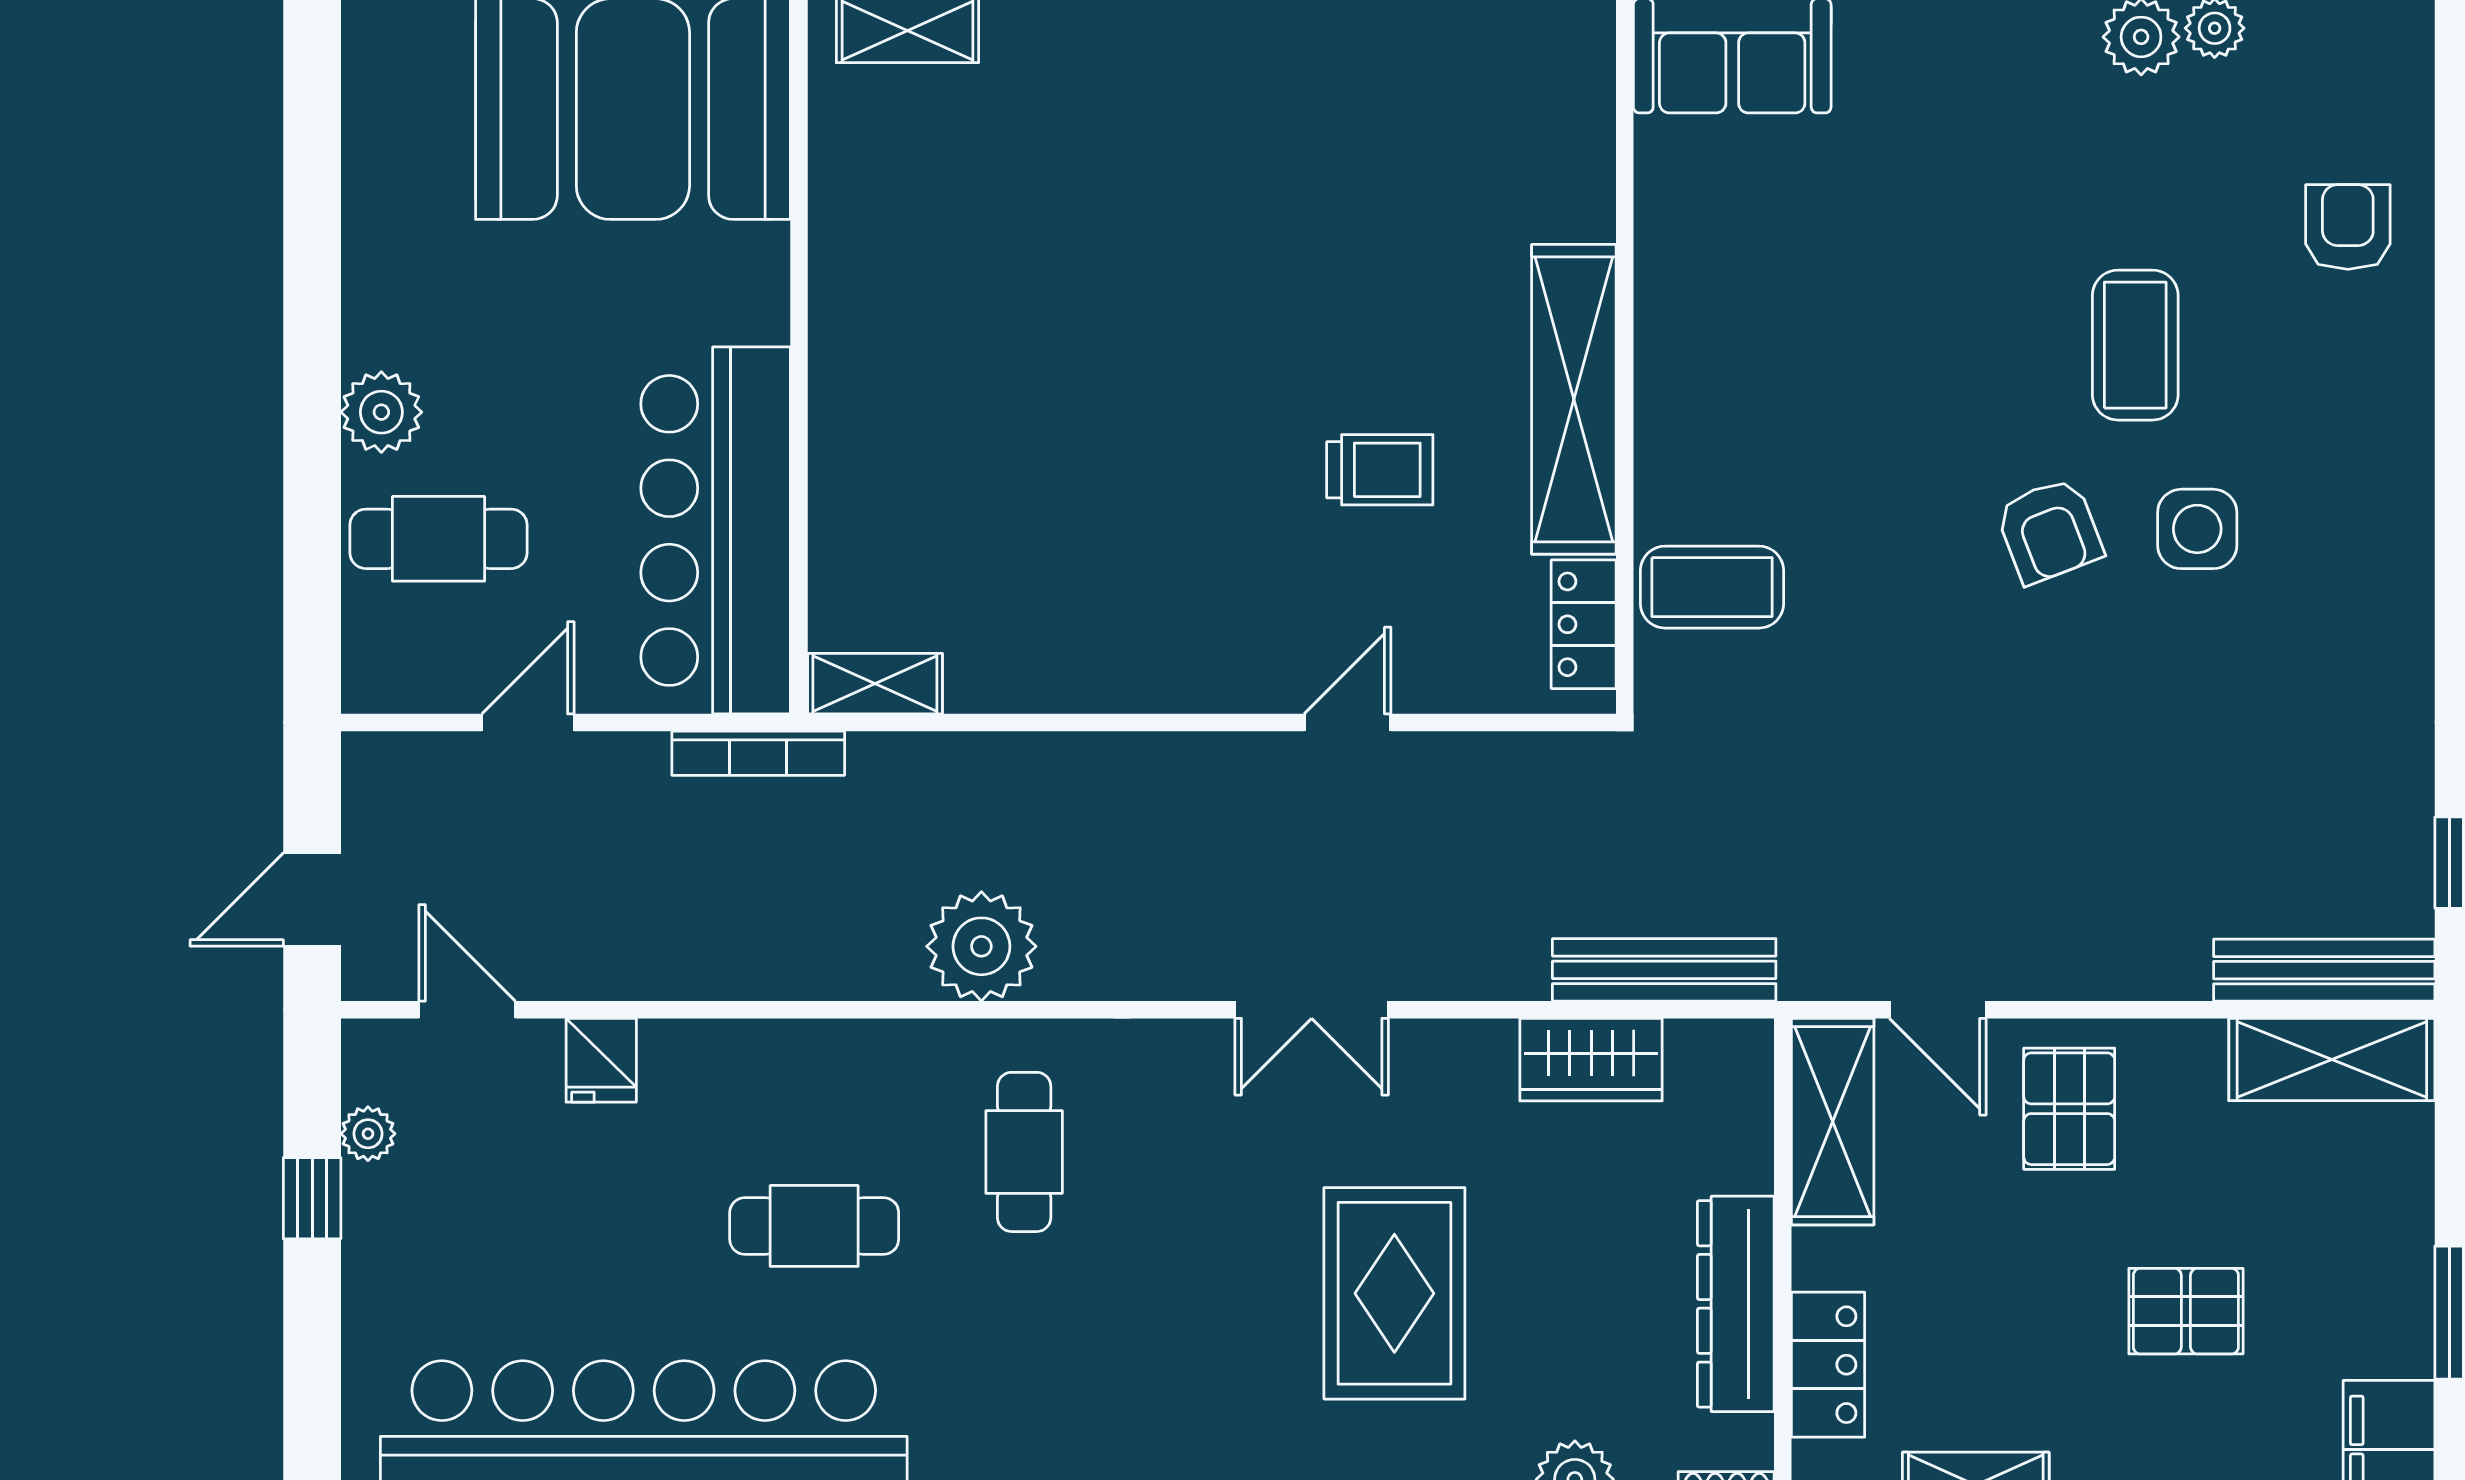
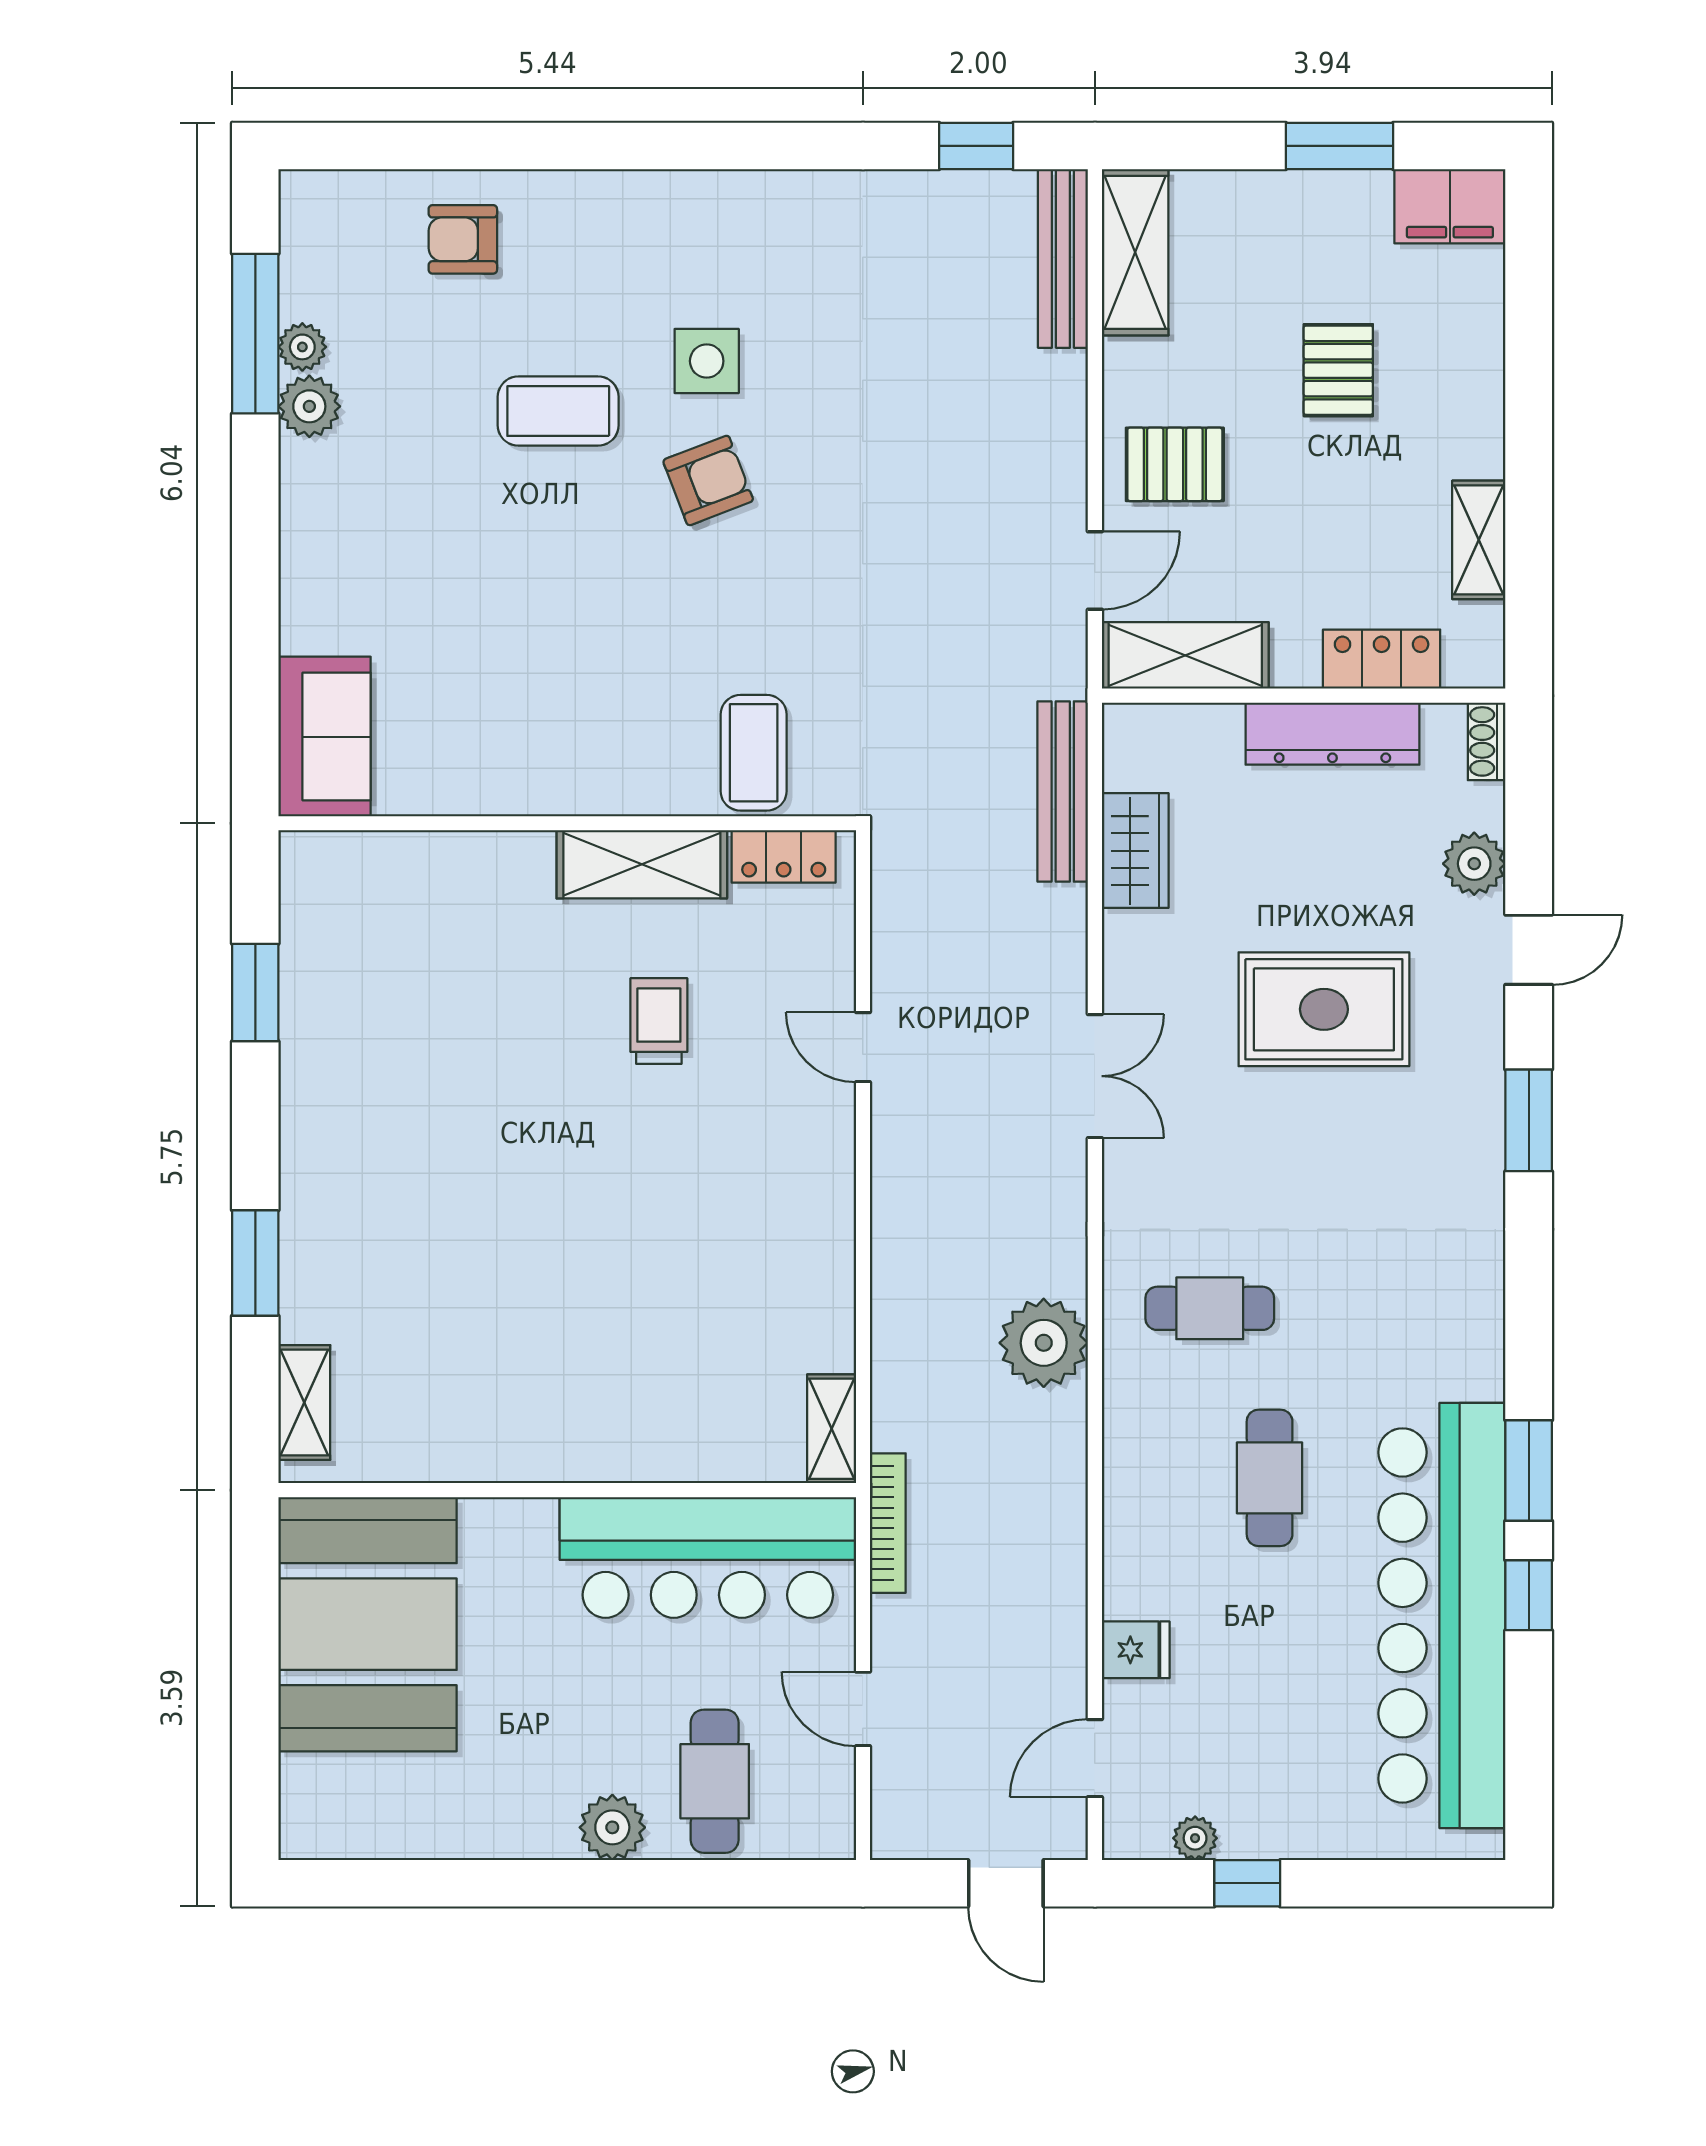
shelving: (1574, 399) -> (642, 864), width x0.68

